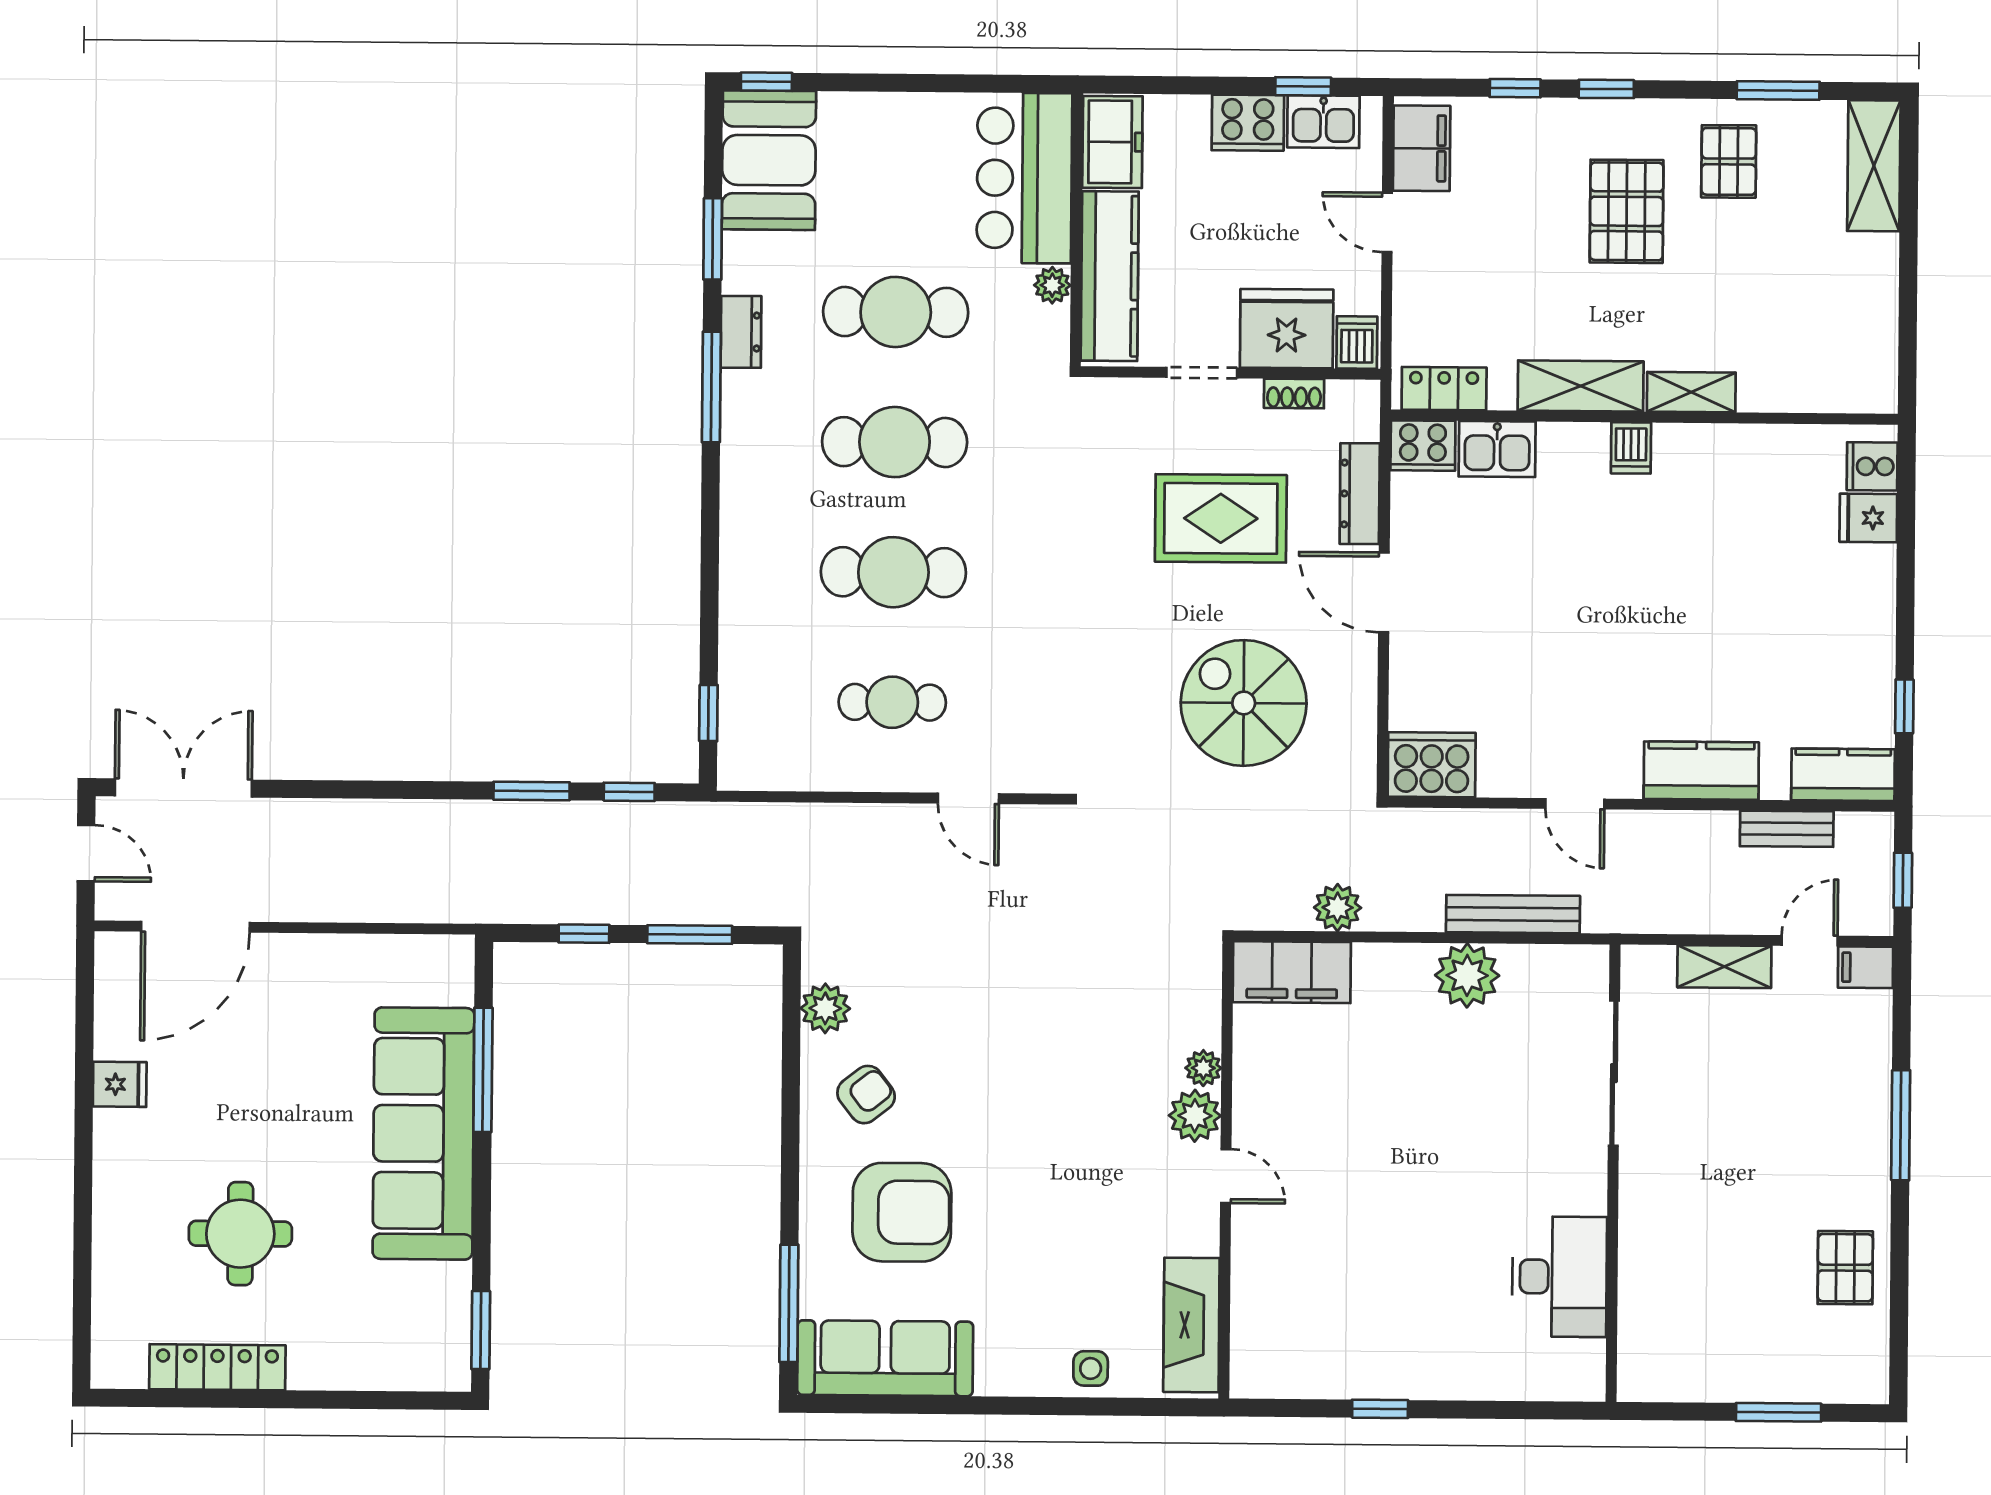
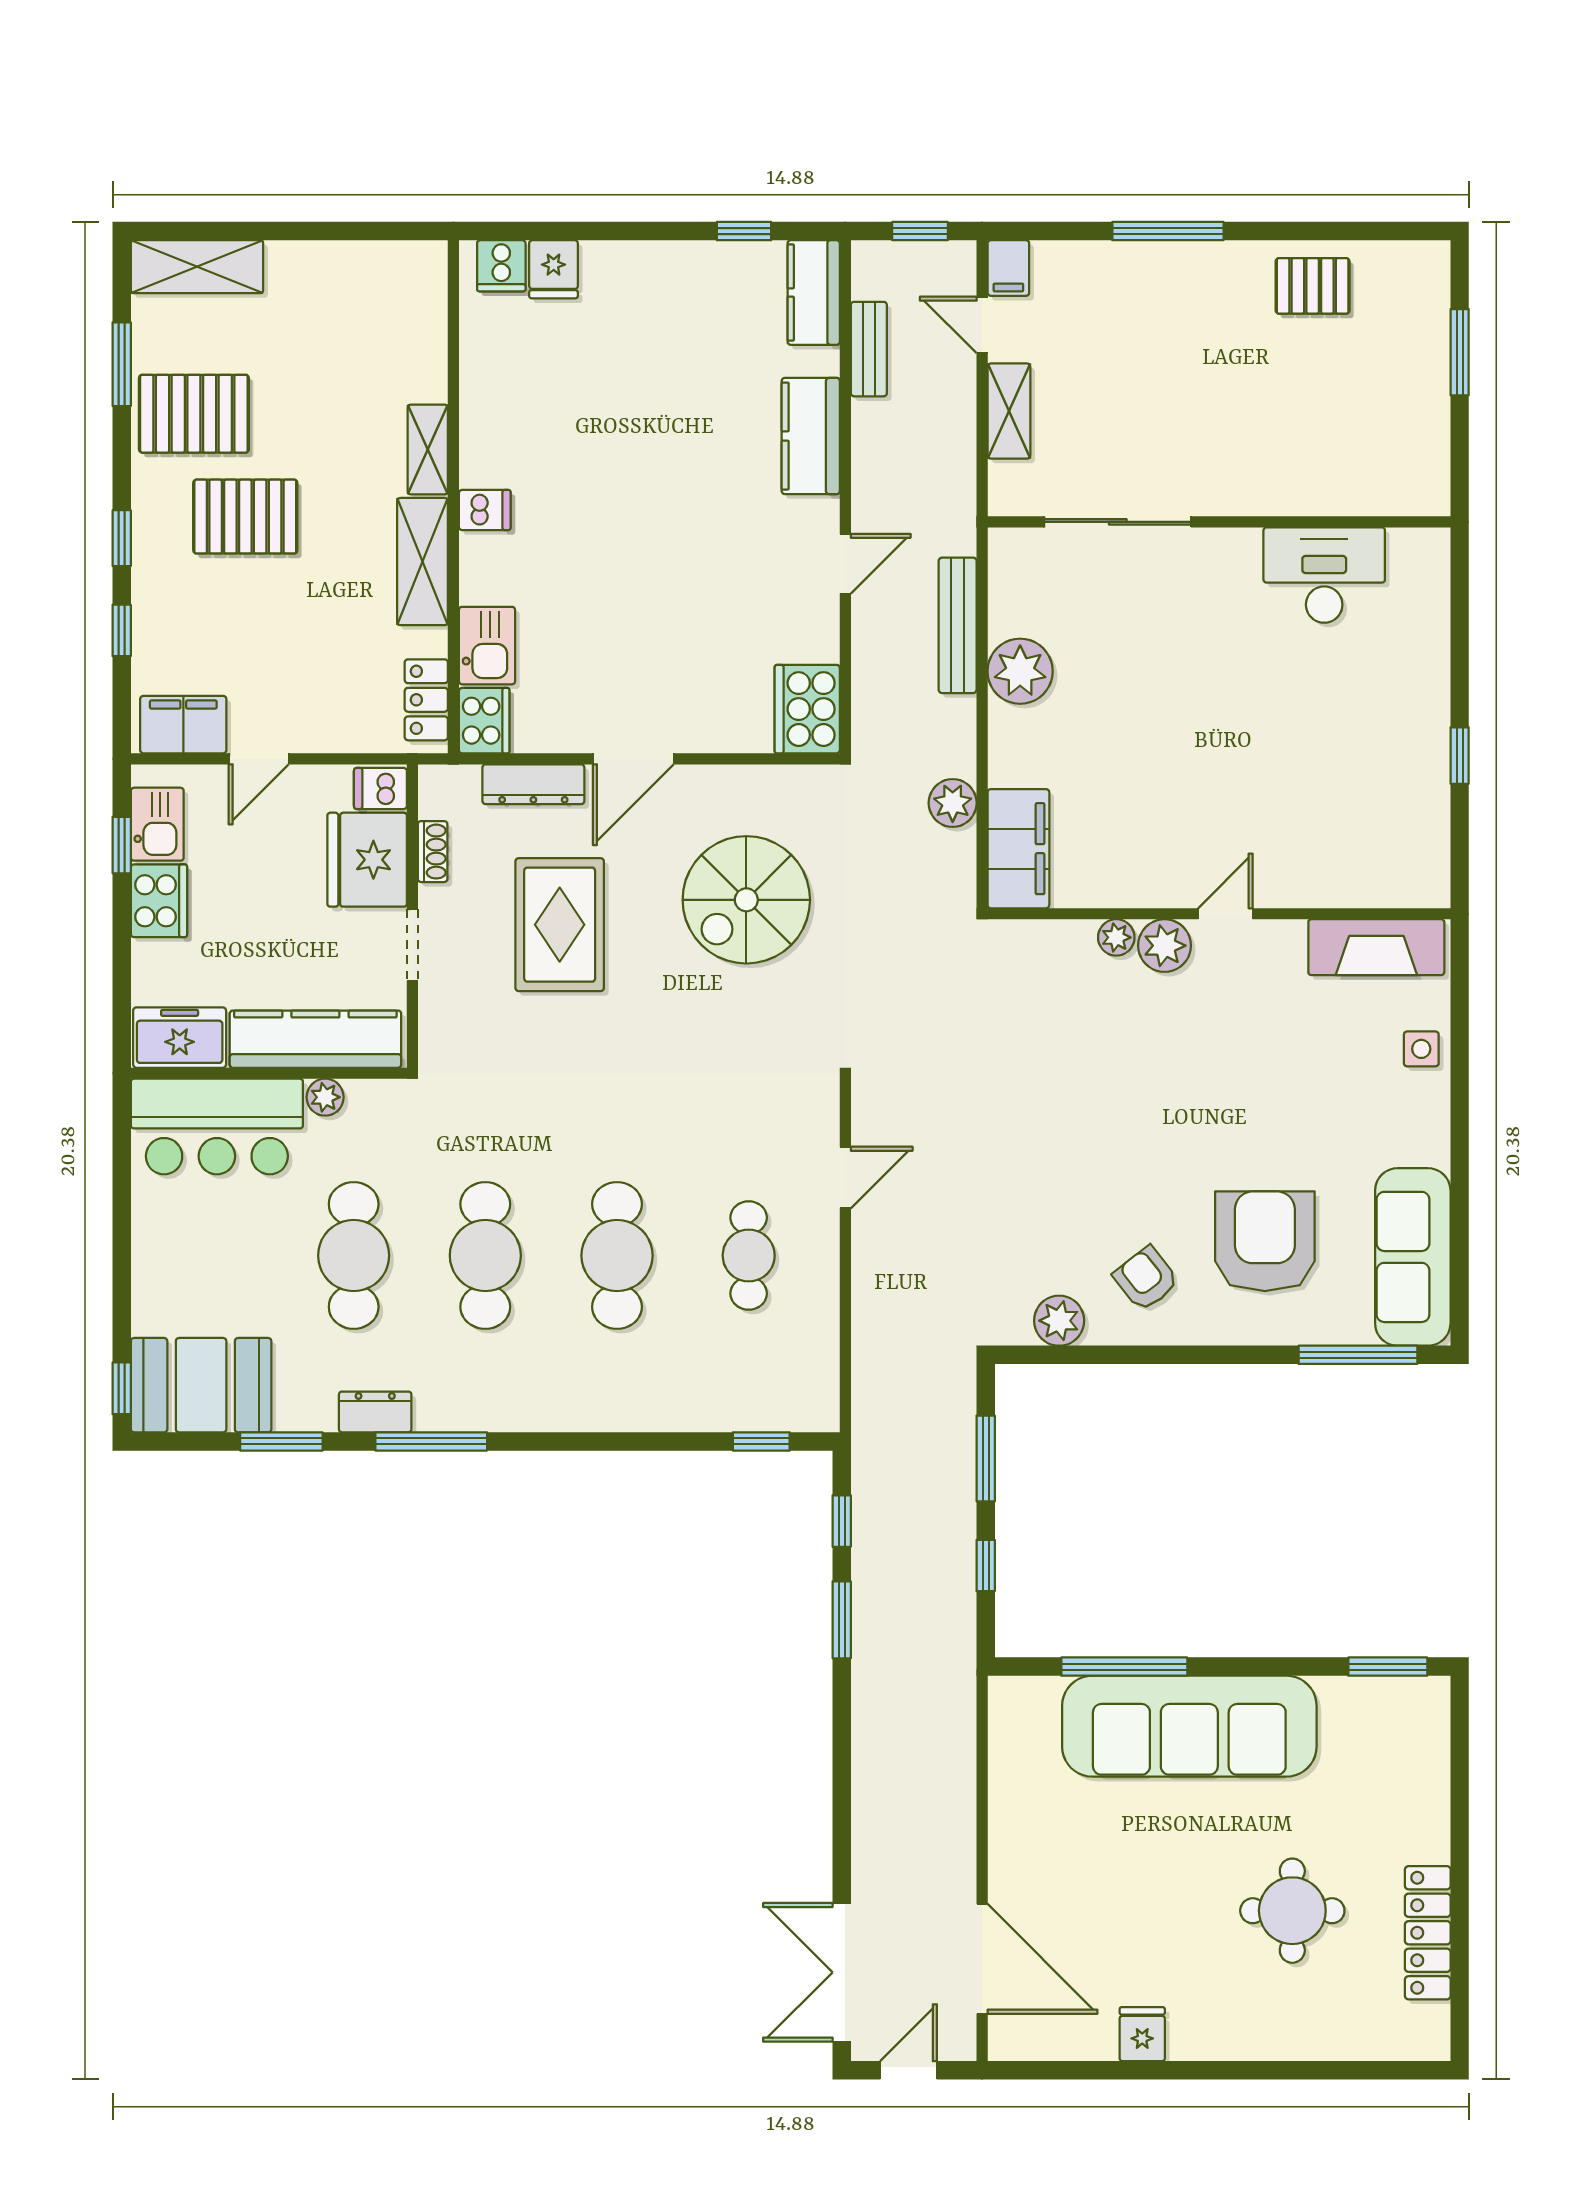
pallet: (1729, 161) -> (194, 414), width x1.50, depth x1.42

